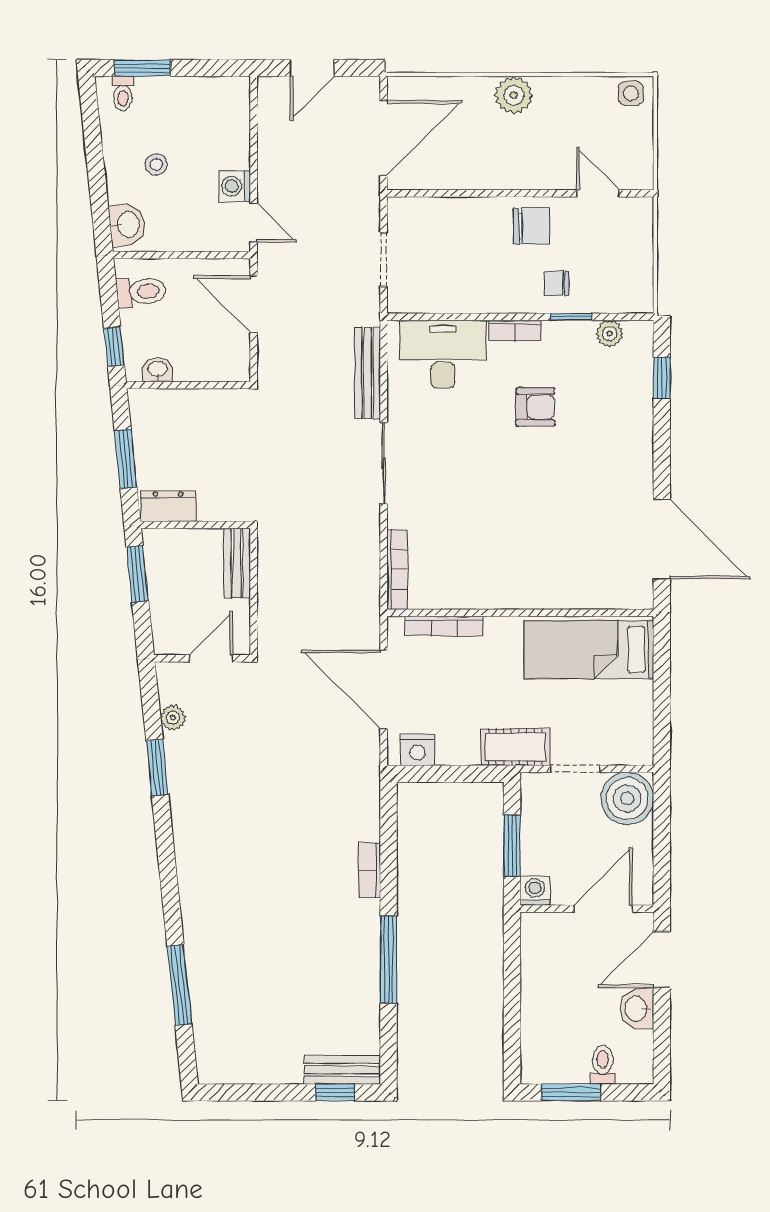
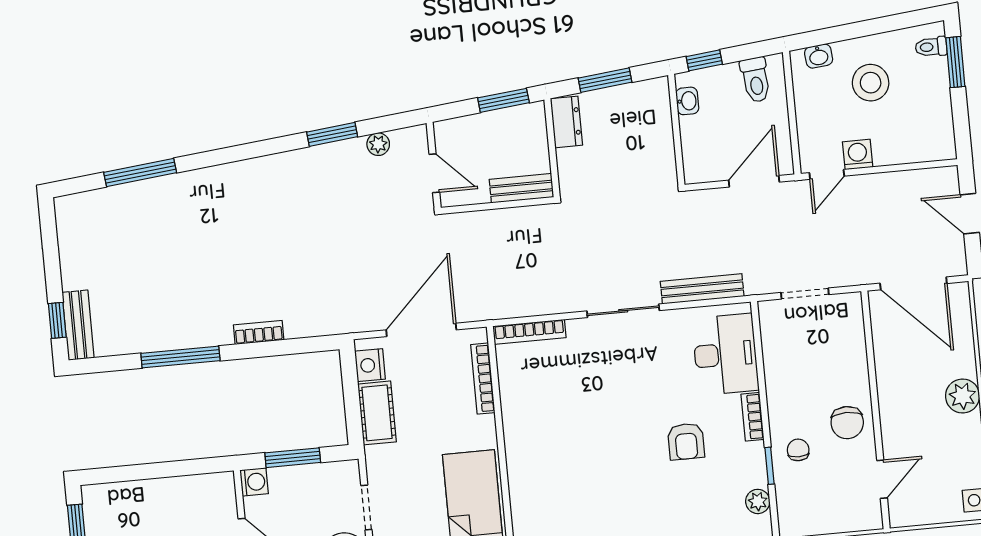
stool: (156, 164) -> (871, 83), width x1.89, depth x1.89
washbasin: (127, 224) -> (819, 56), width x0.72, depth x0.69
cot: (515, 747) -> (377, 413), moved

